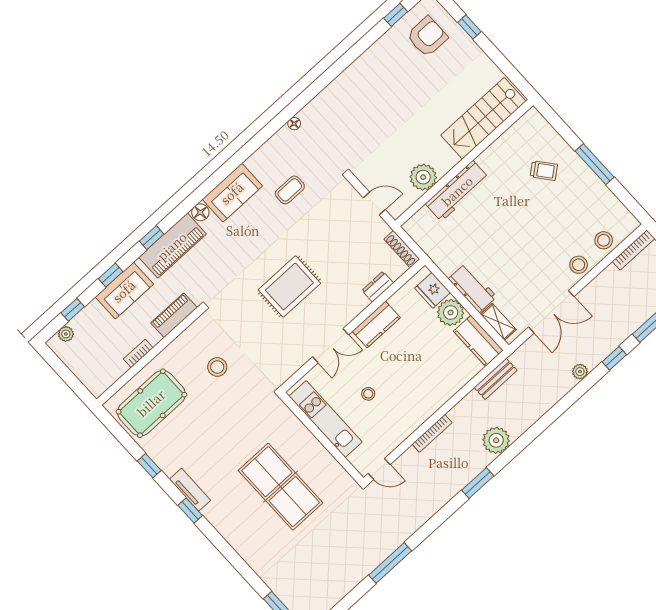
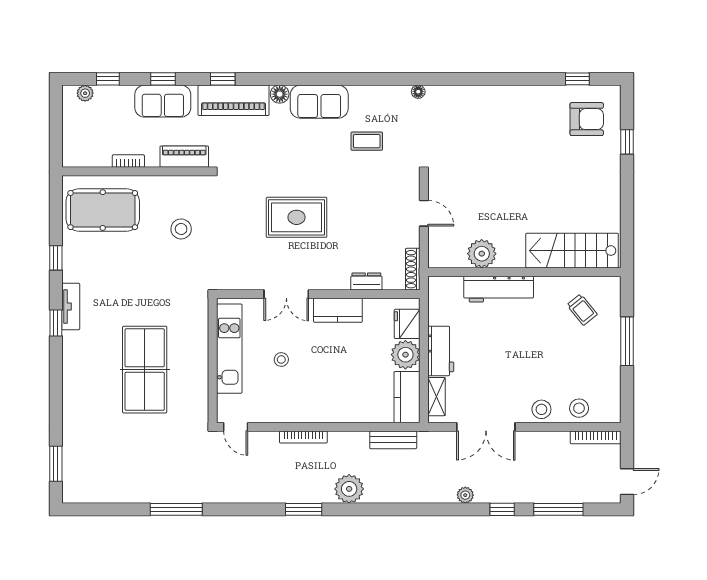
stairs: (483, 118) -> (572, 251), moved
wall: (464, 163) -> (524, 272), moved
plant: (423, 177) -> (482, 254), moved
workbench: (457, 191) -> (499, 289), moved

